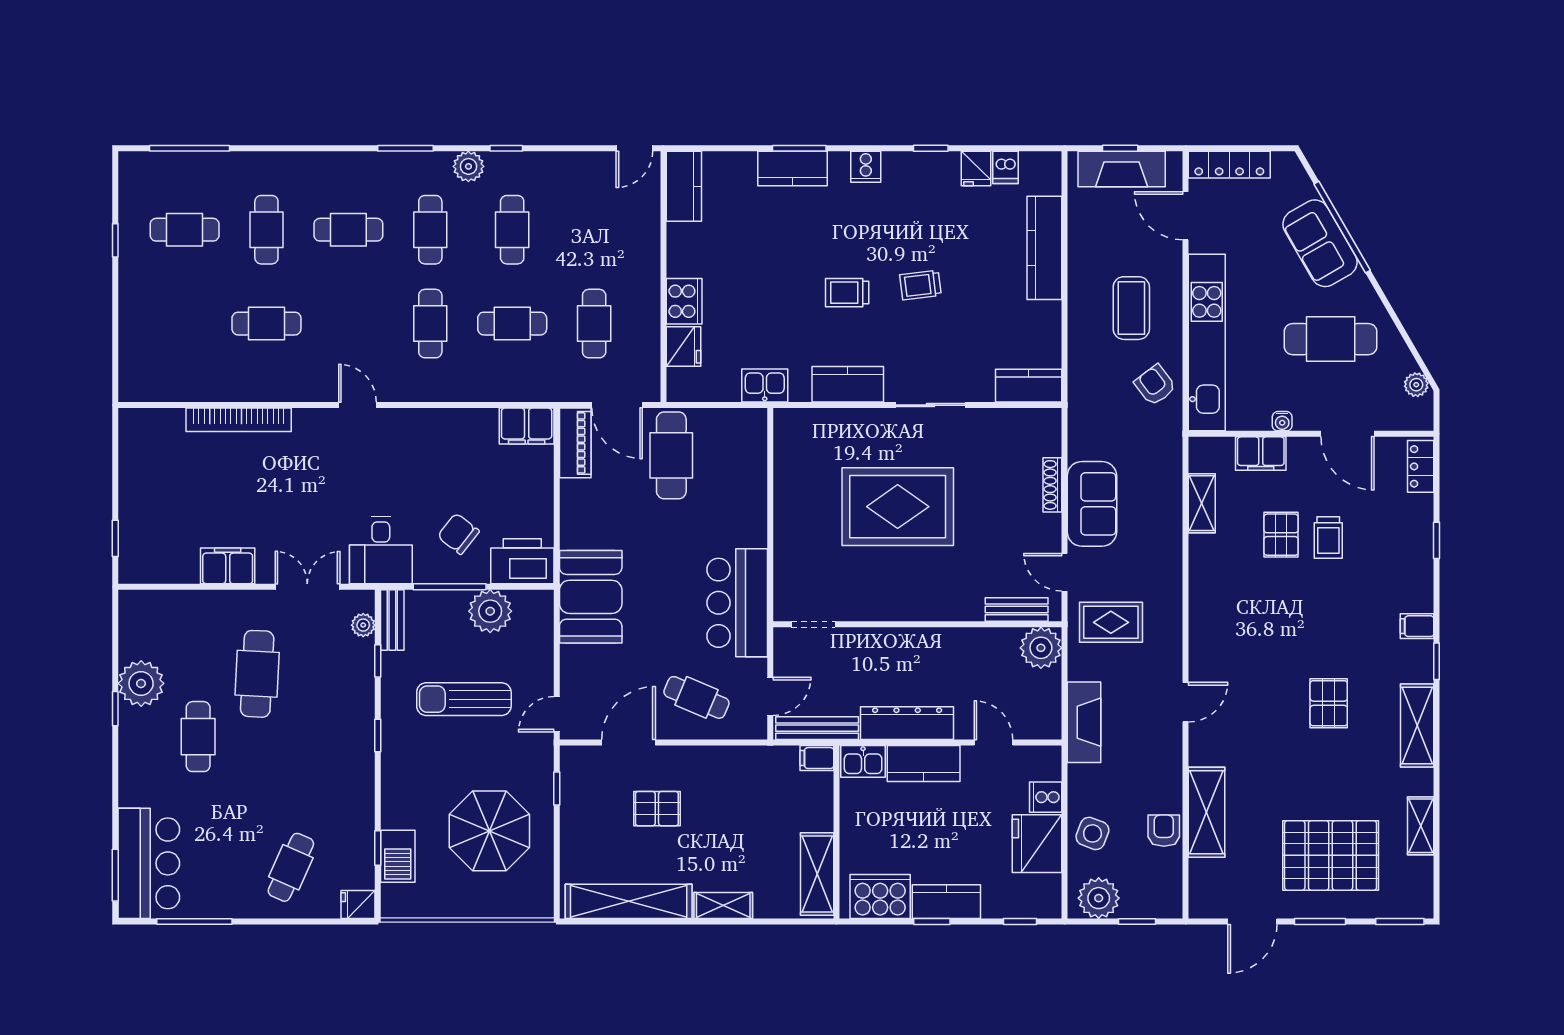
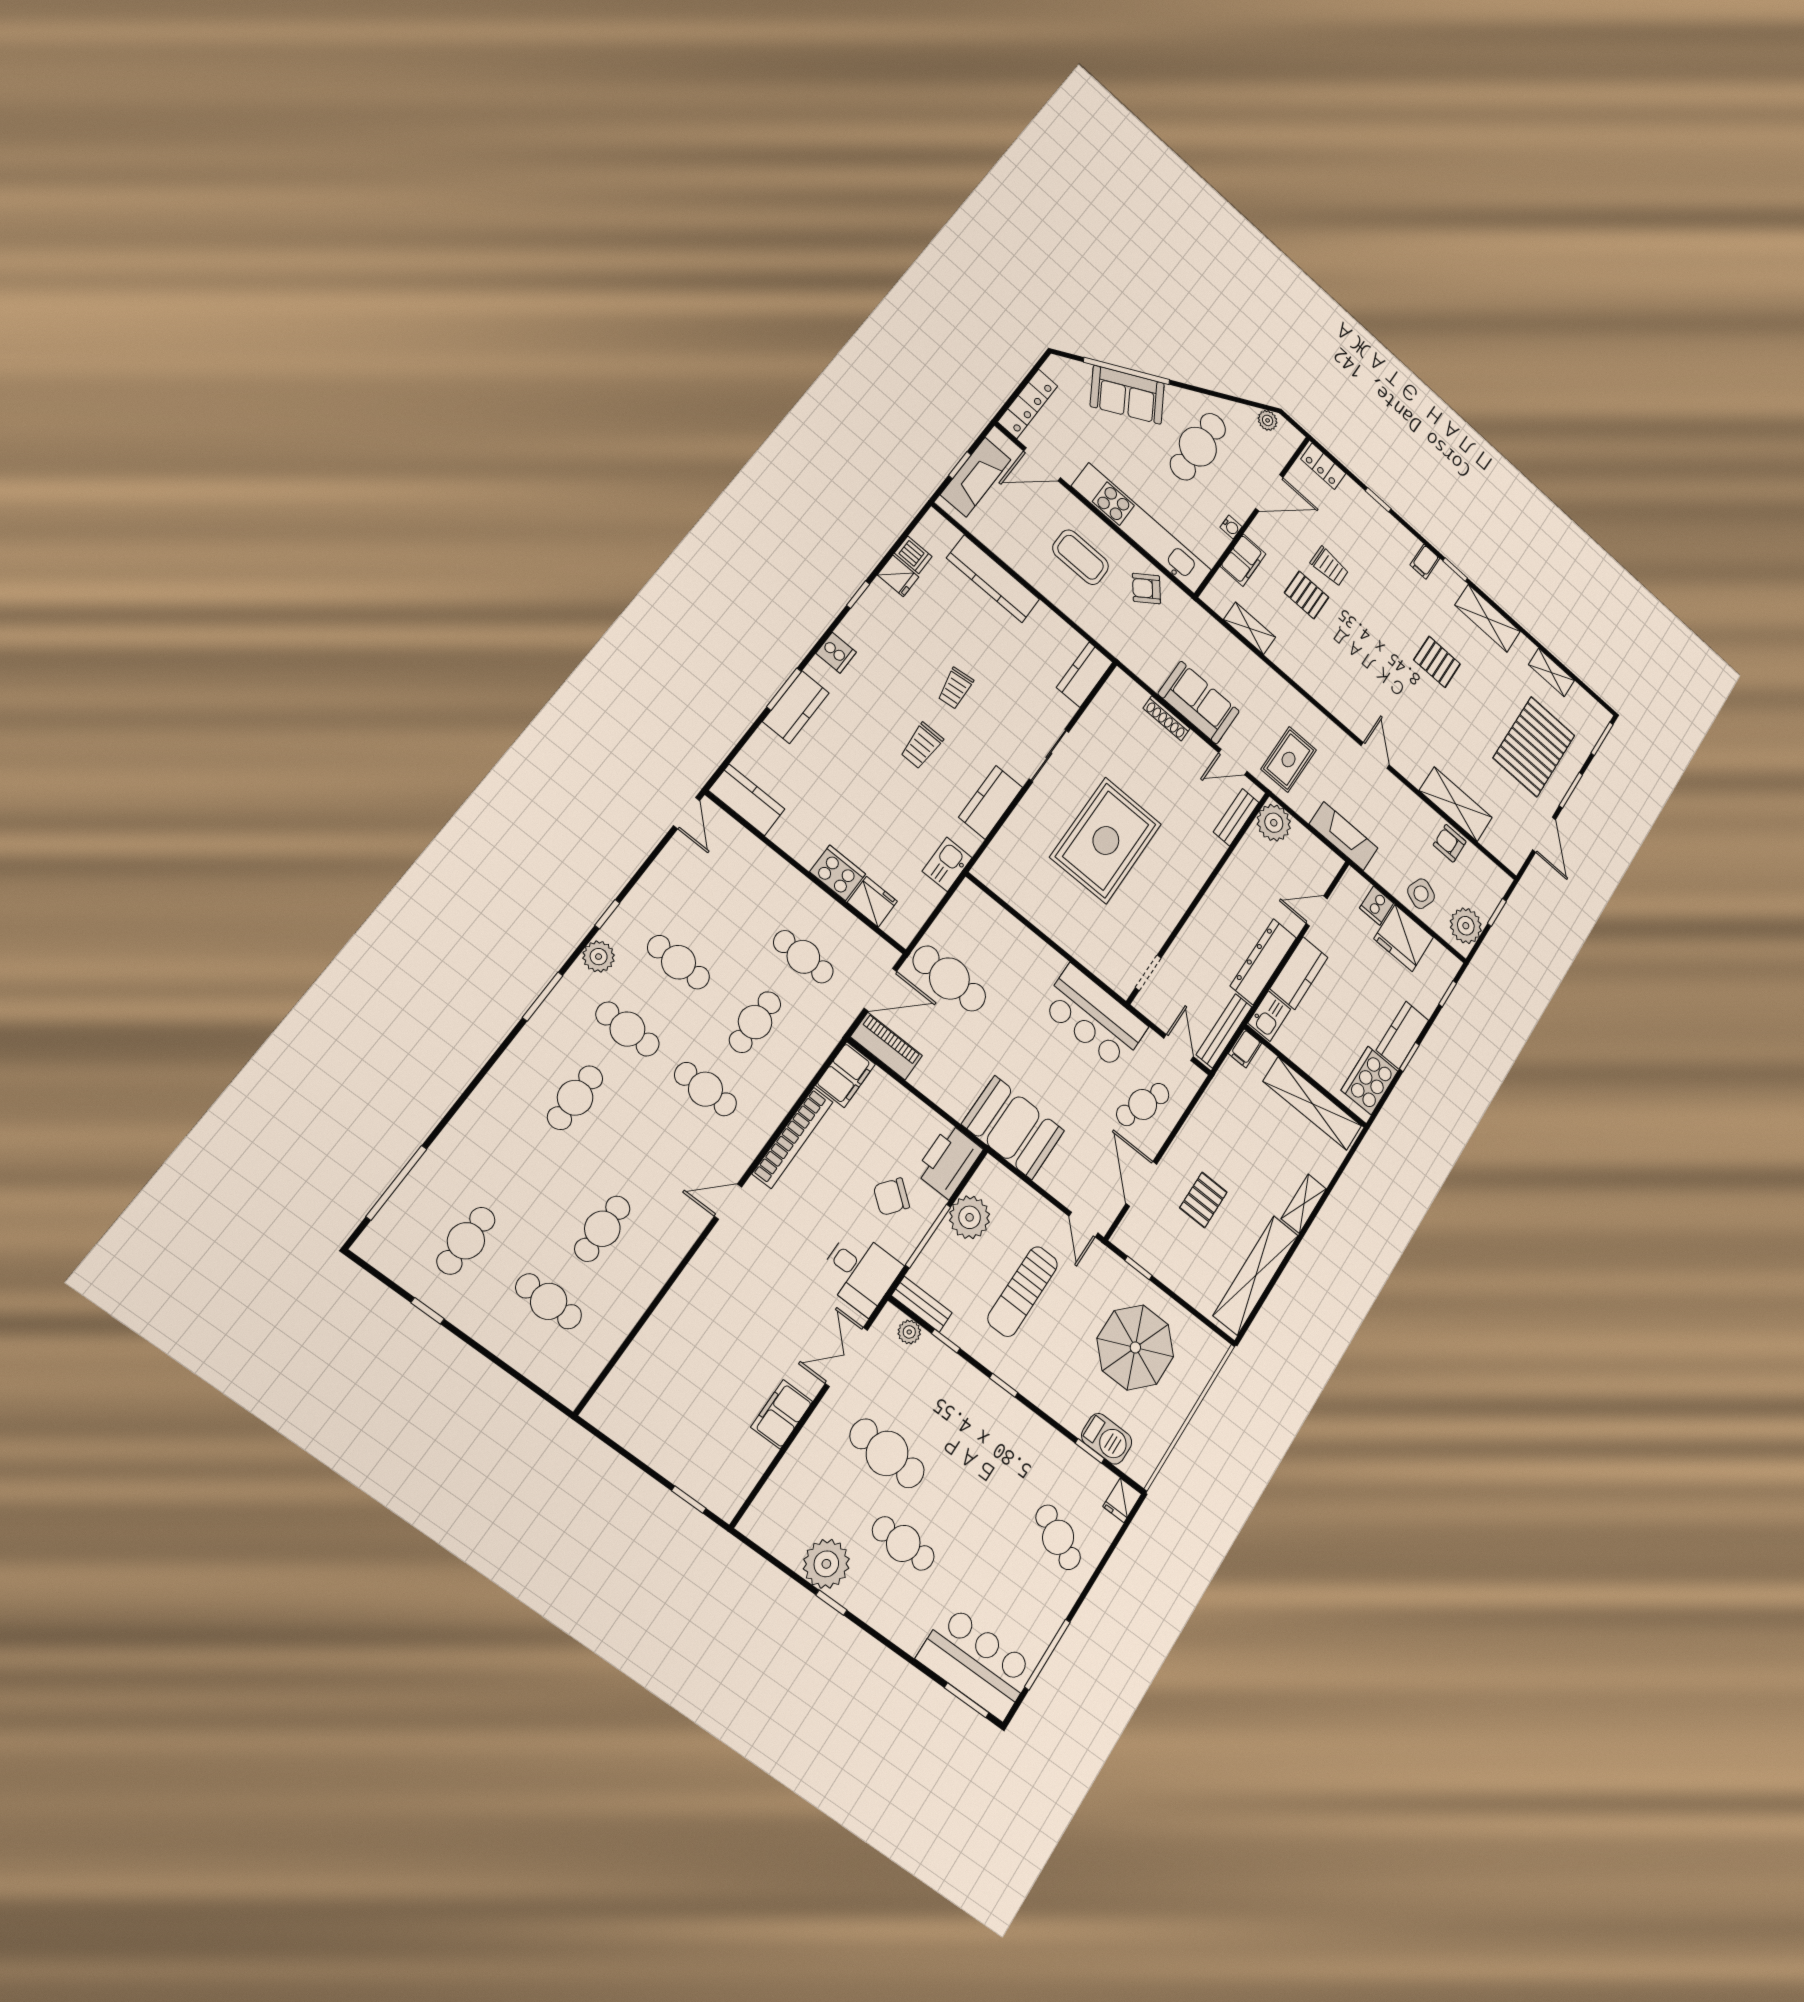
cafe table: (266, 230) -> (549, 1301), moved
bookcase: (239, 420) -> (793, 1138), moved
shelving: (817, 874) -> (1312, 1104), width x1.47

